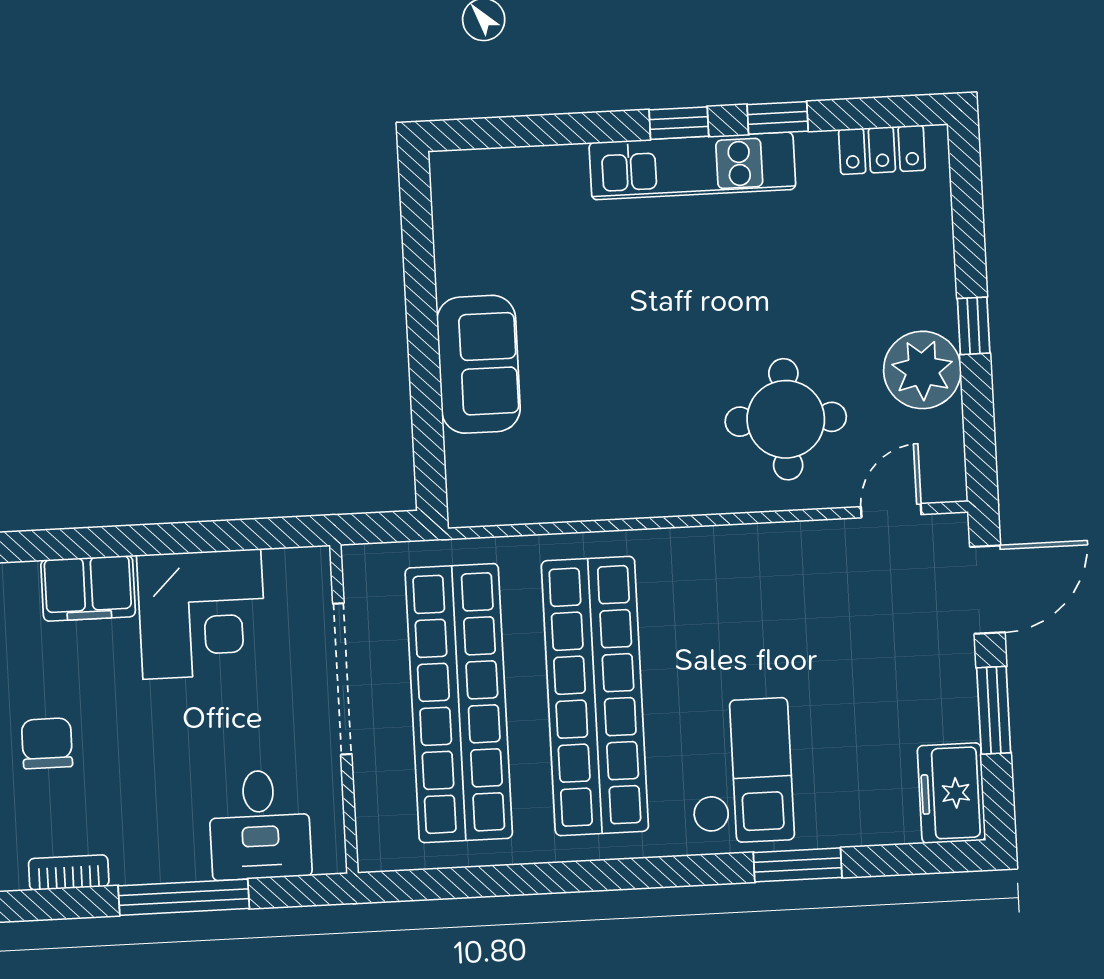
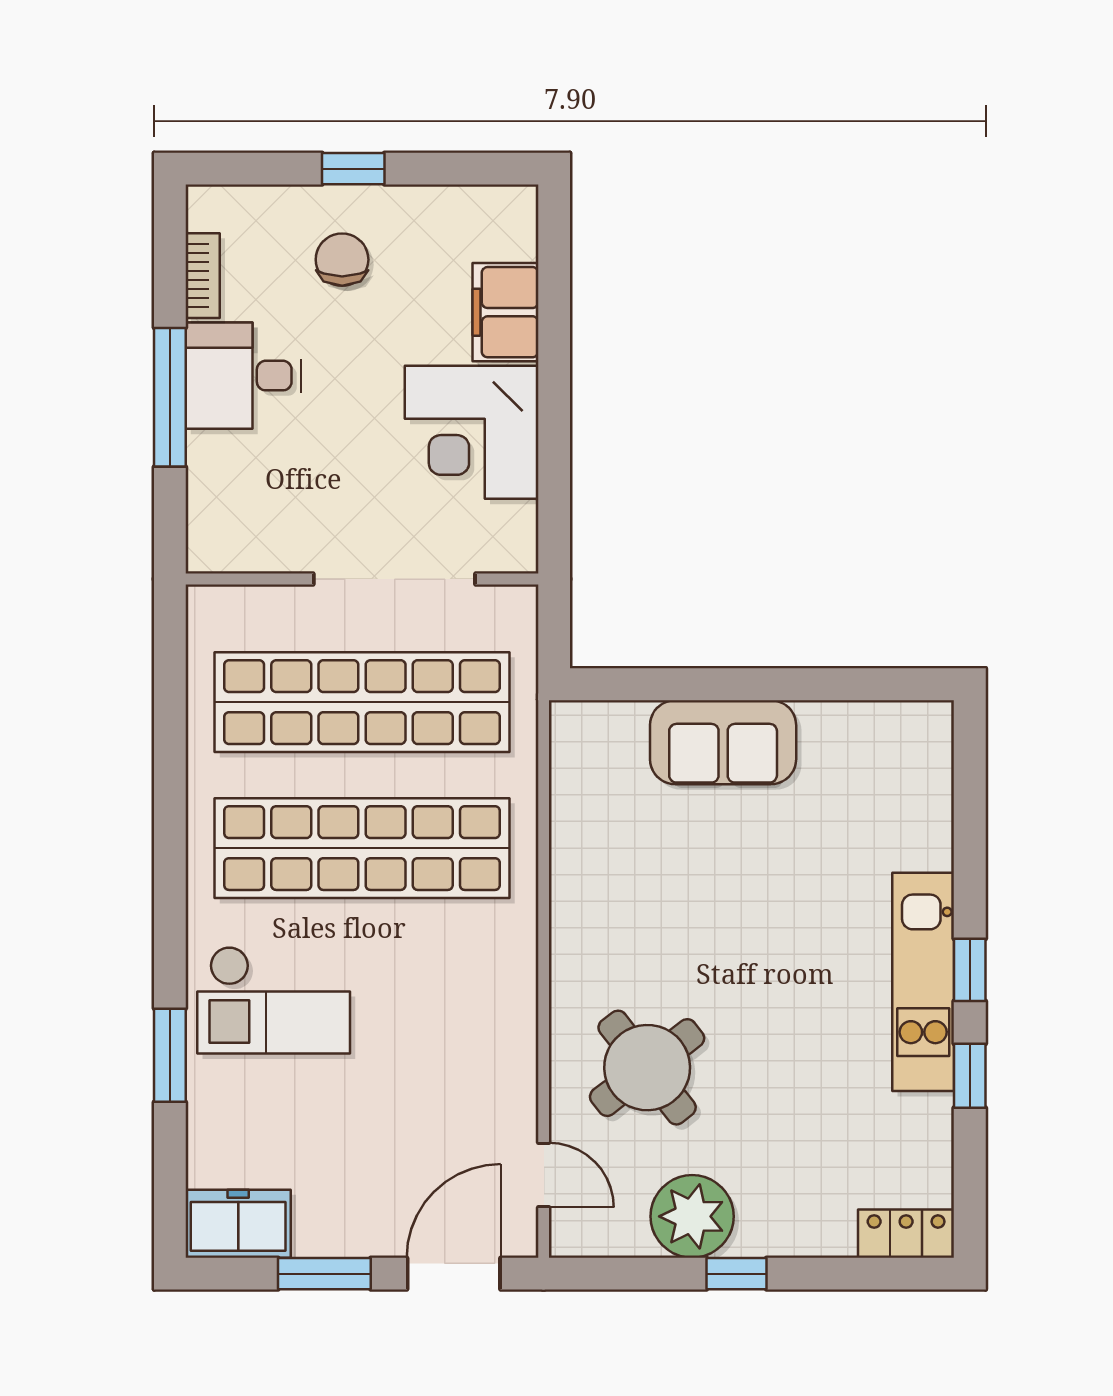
locker: (882, 150) -> (906, 1234), moved, turned 90
round table: (786, 419) -> (647, 1068), turned -38
door: (987, 590) -> (454, 1274), swing flipped
chair: (47, 743) -> (342, 260), turned -90
desk: (260, 825) -> (243, 376), moved

